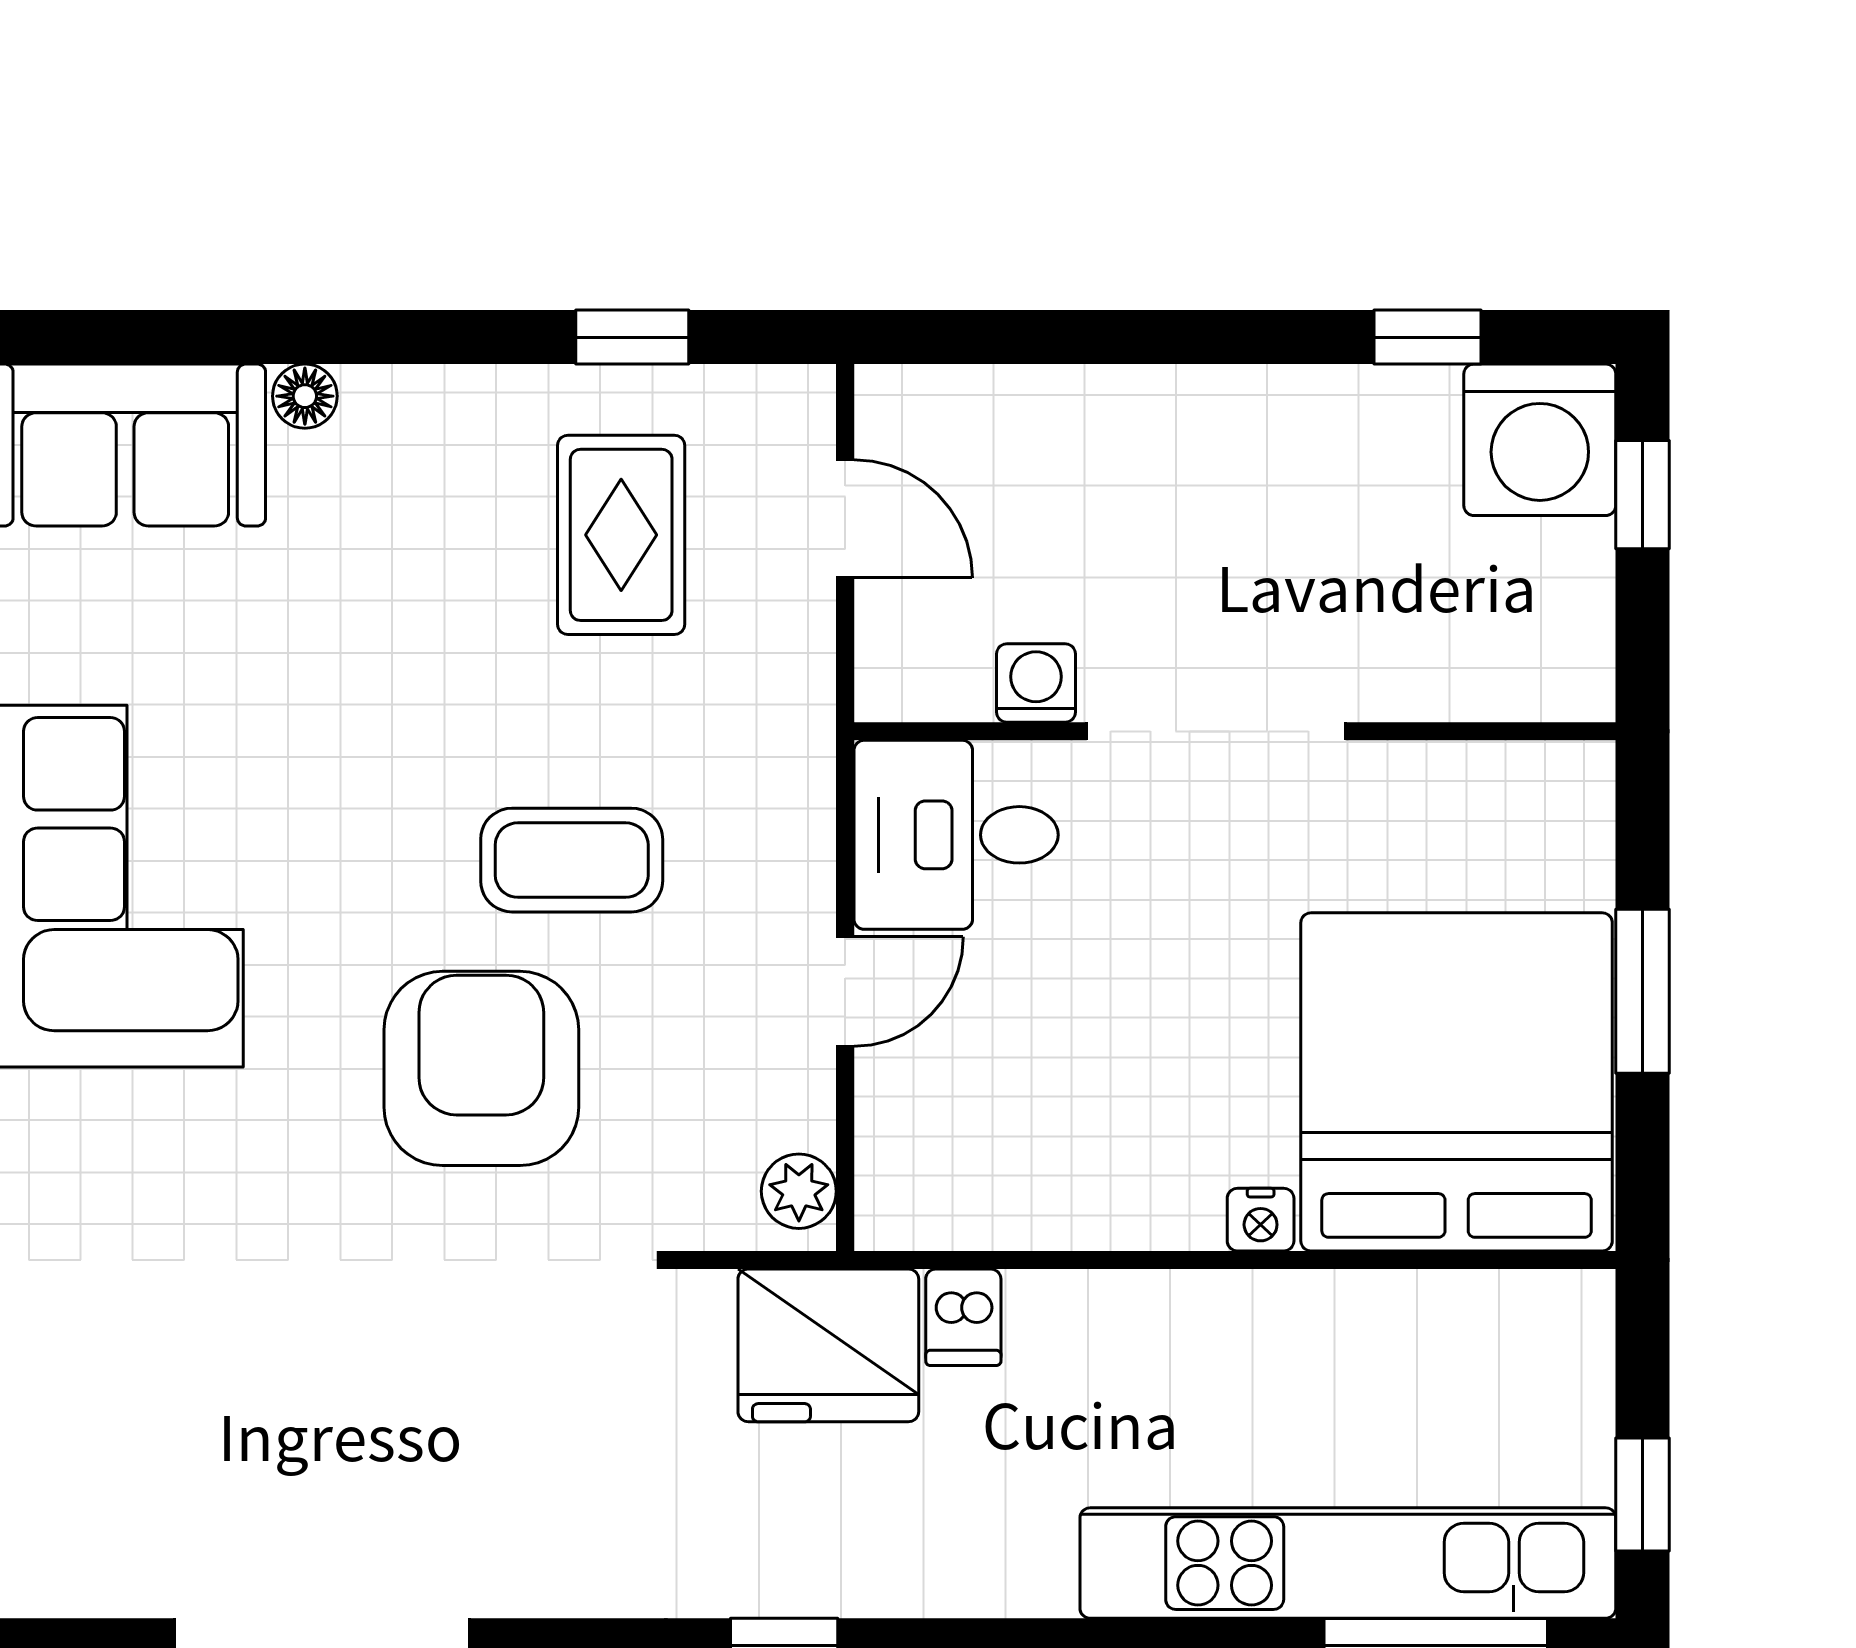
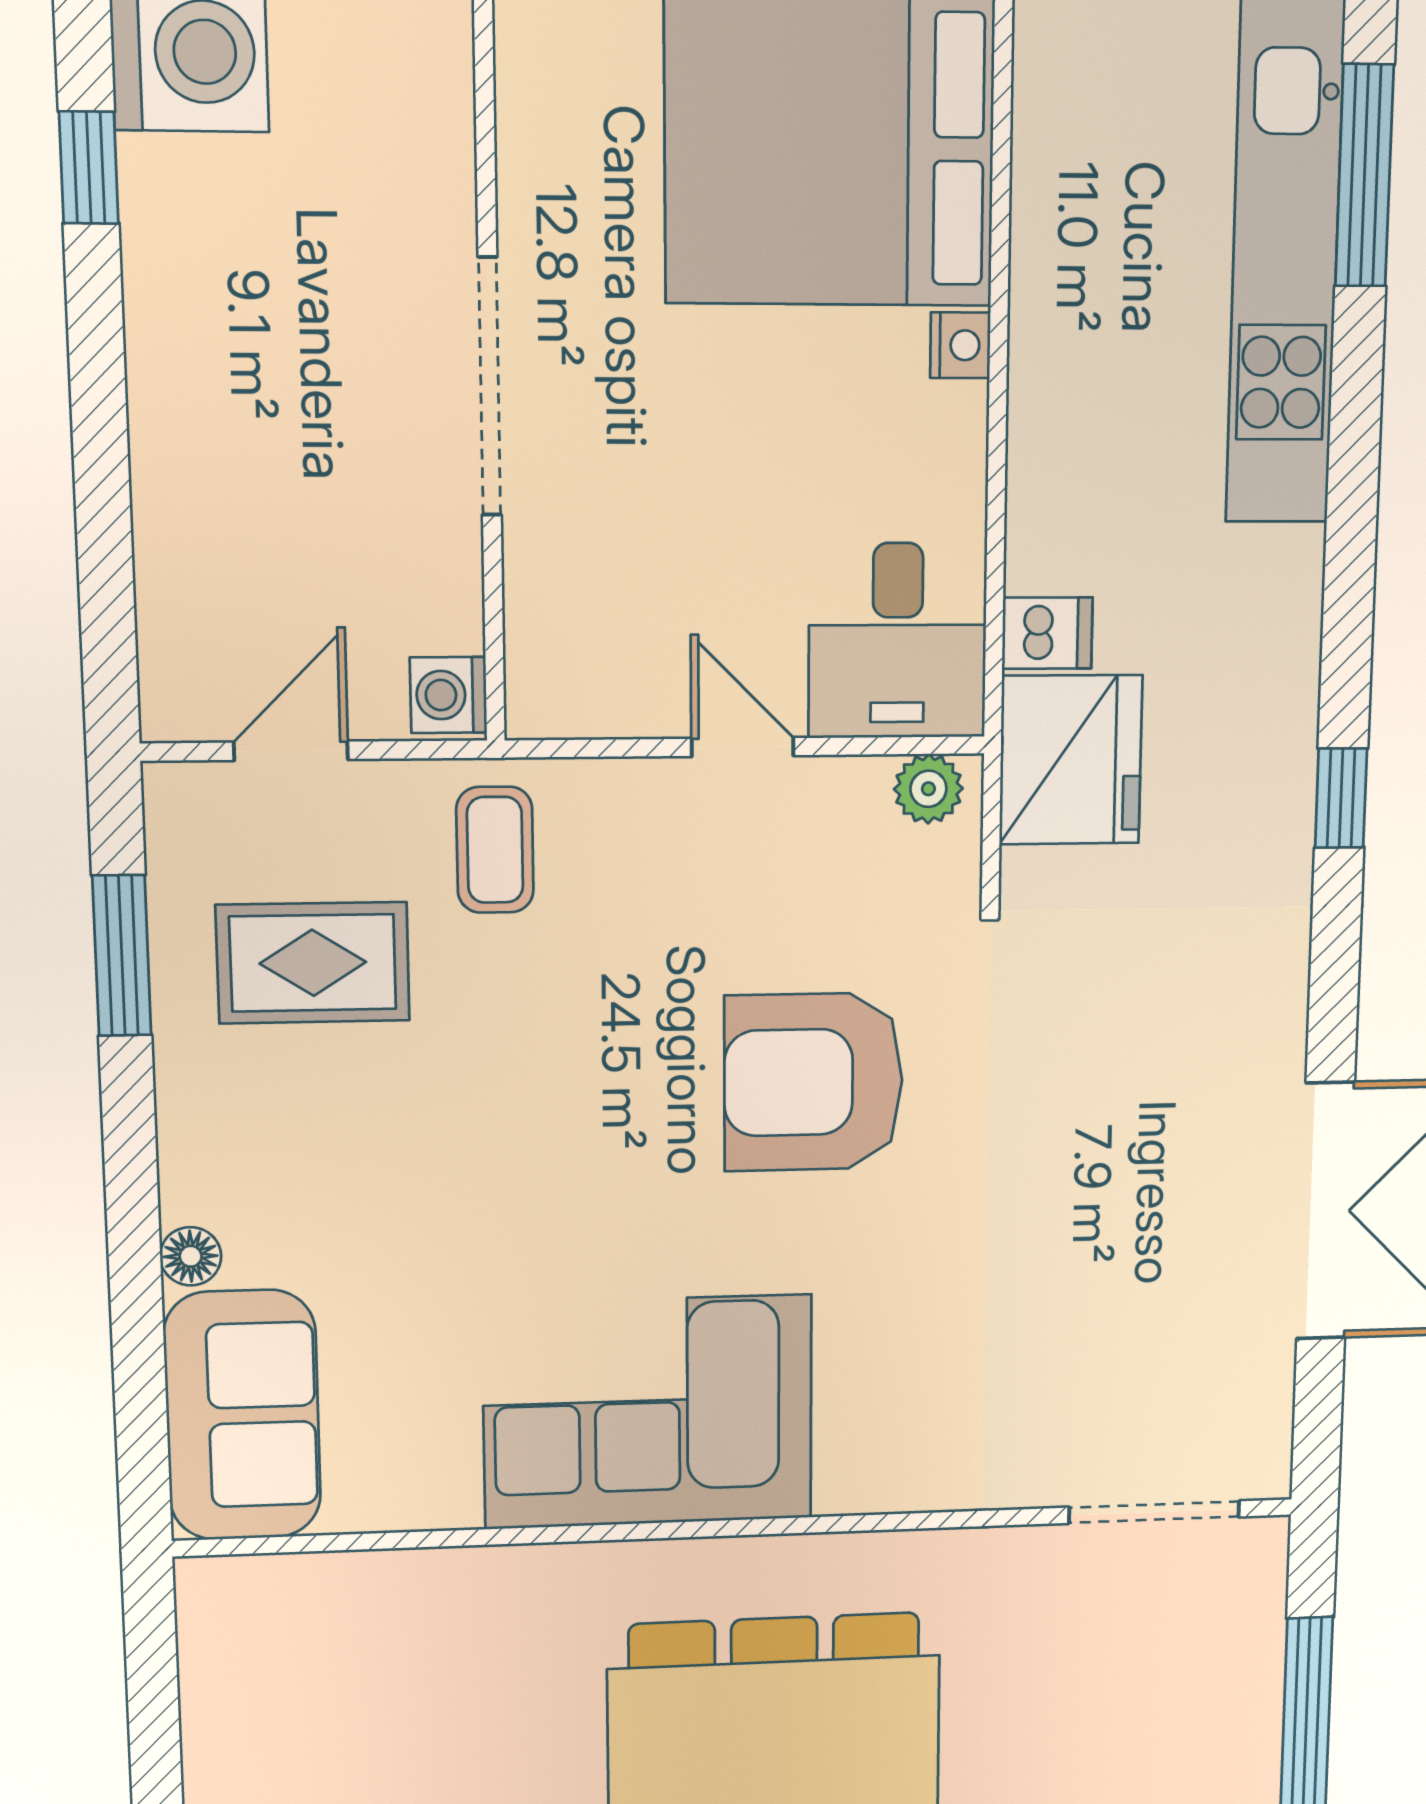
window: (632, 337) -> (122, 956), width x1.50
washing machine: (1036, 683) -> (448, 695), moved
desk: (956, 835) -> (898, 641), moved
coffee table: (572, 860) -> (495, 850), moved, width x0.73, depth x0.77

